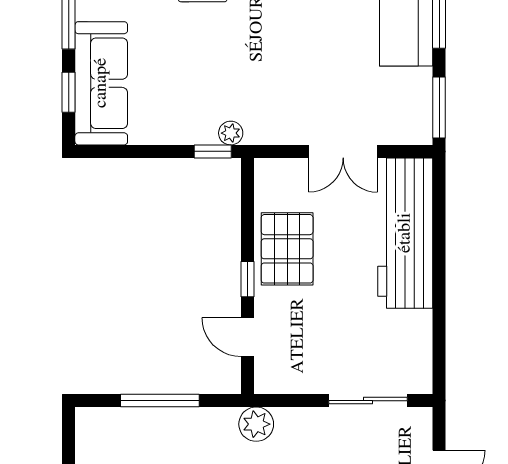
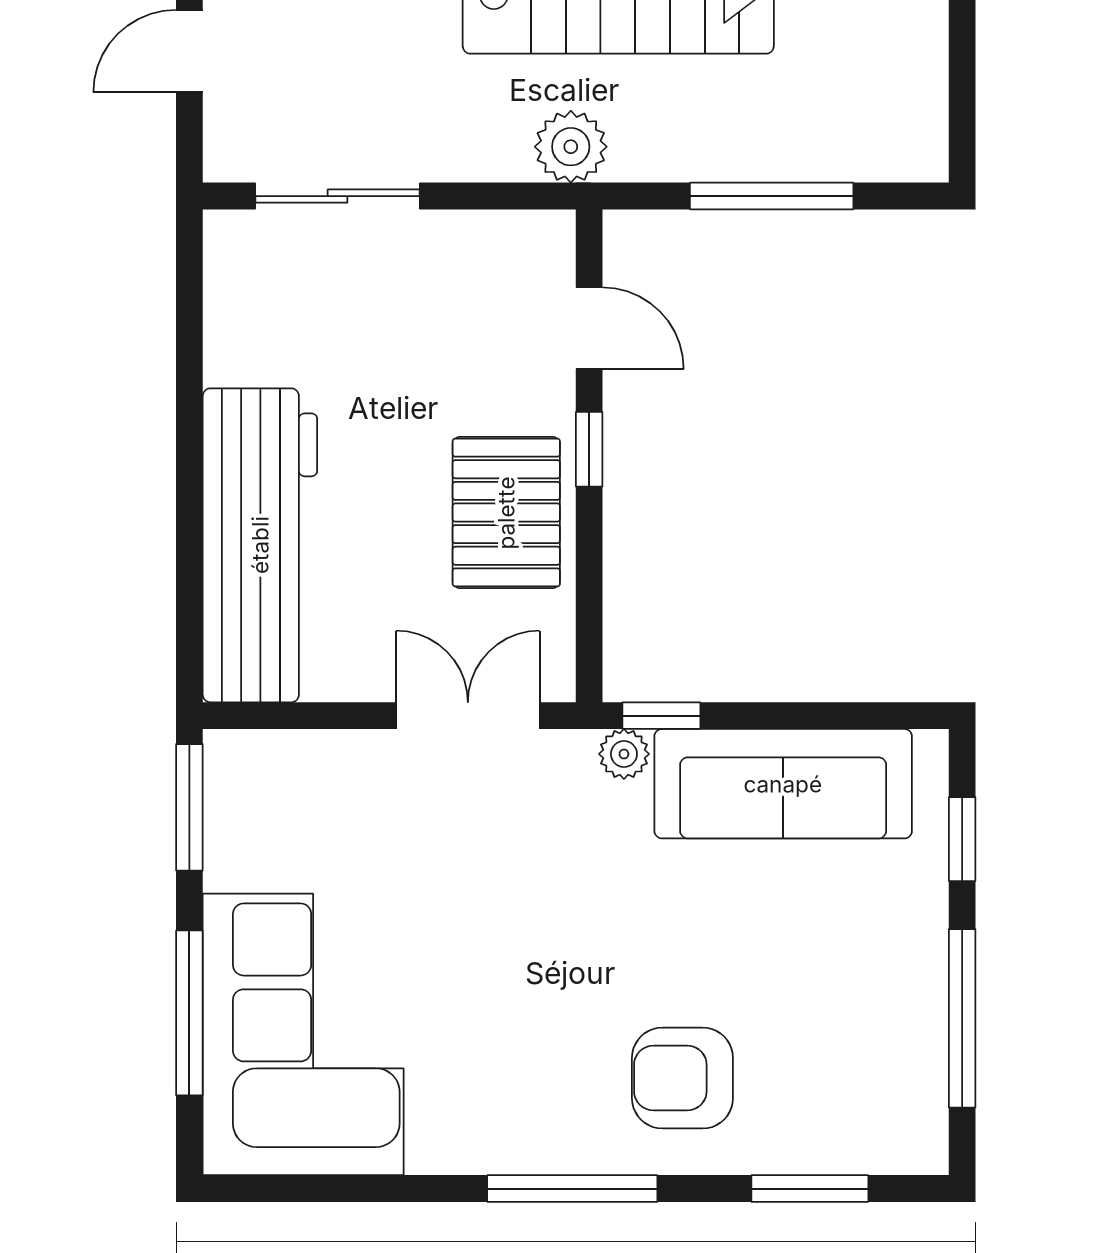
sofa: (101, 83) -> (783, 784), moved, turned -90
double door: (343, 151) -> (468, 716), moved

